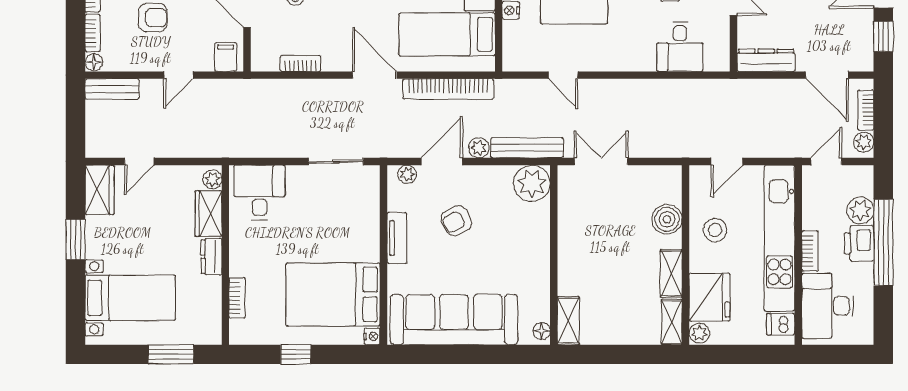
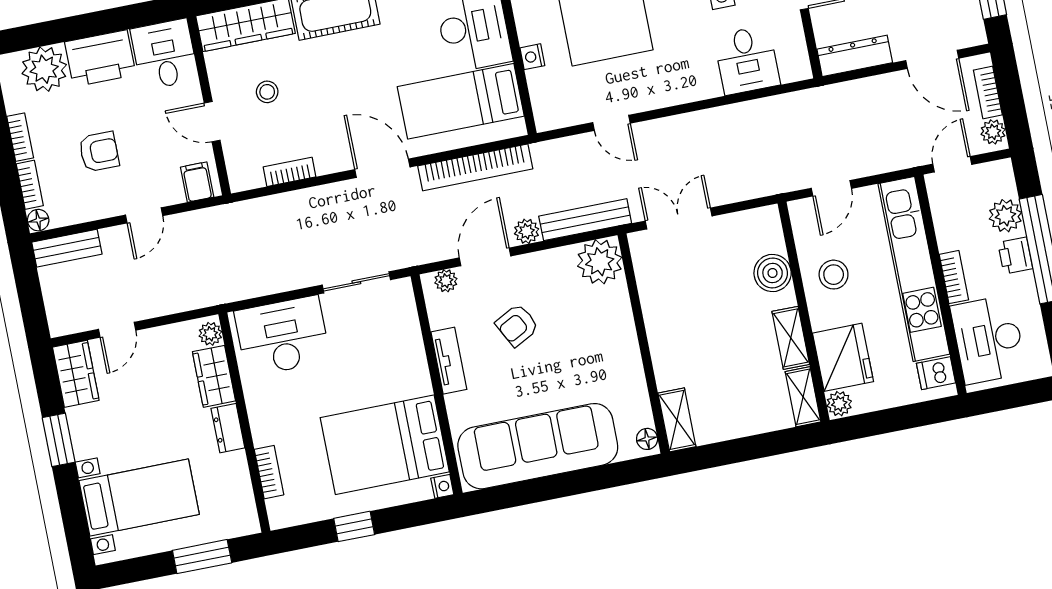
desk: (260, 192) -> (282, 336), width x1.37
printer: (859, 243) -> (1015, 256), width x0.73, depth x0.81

